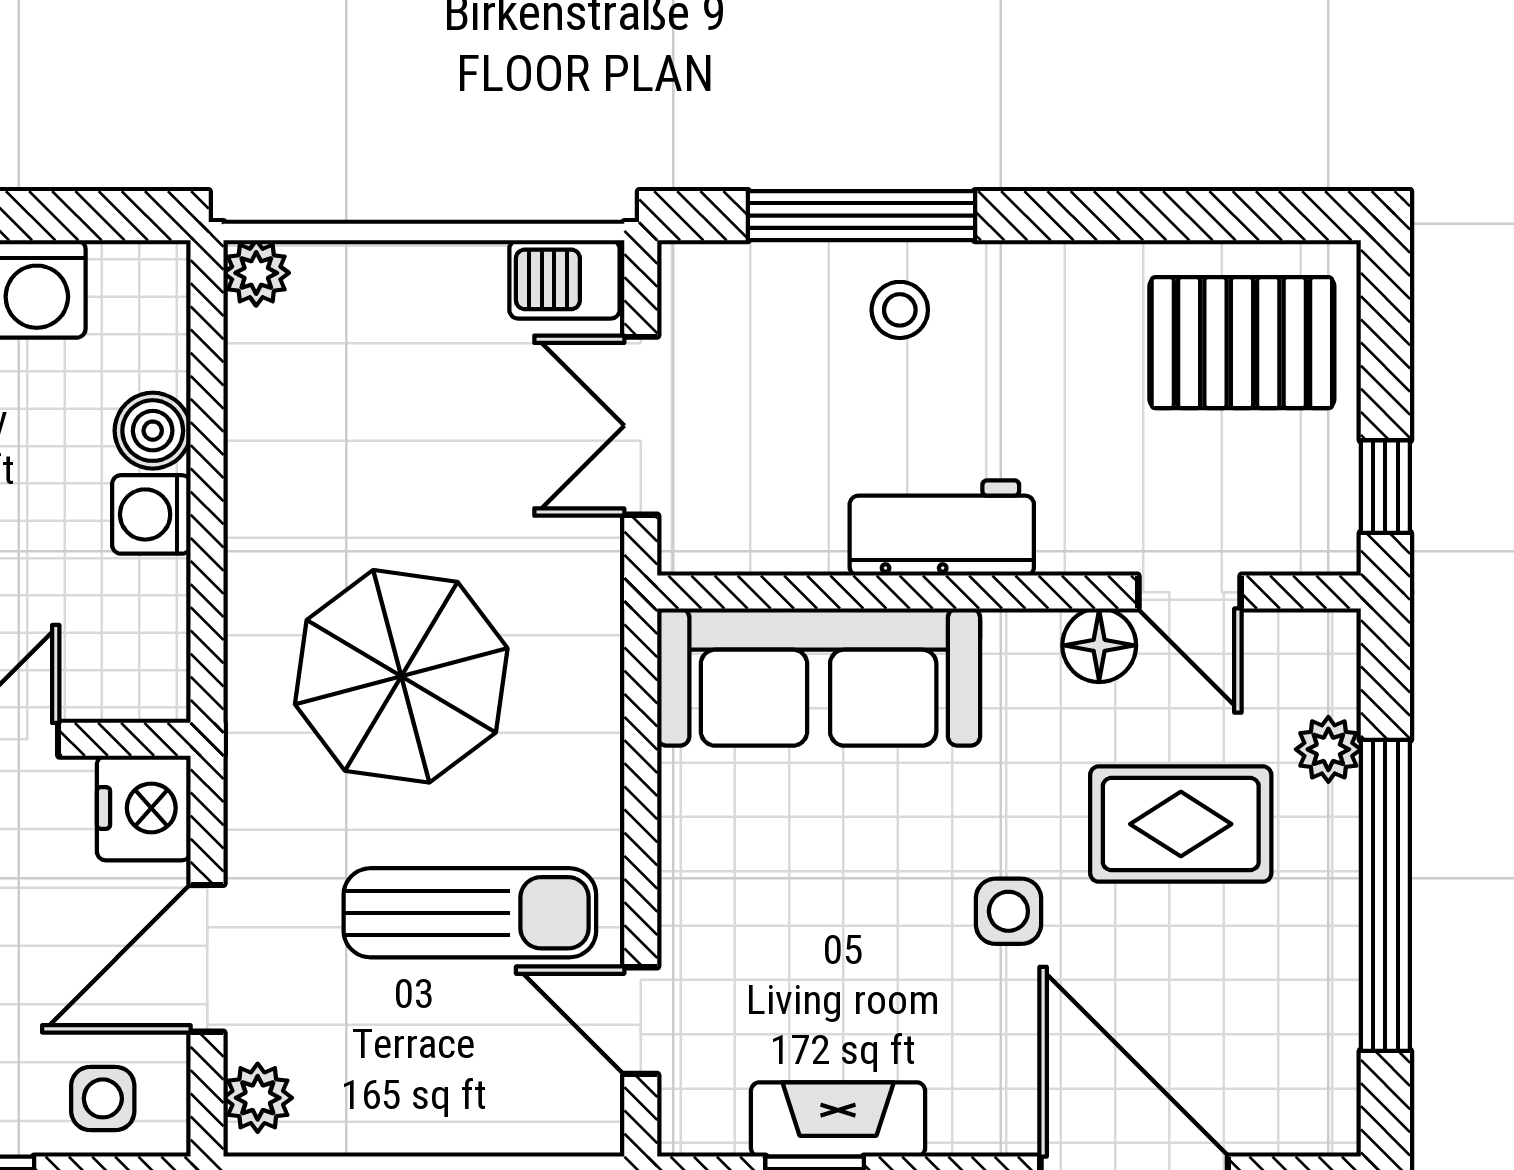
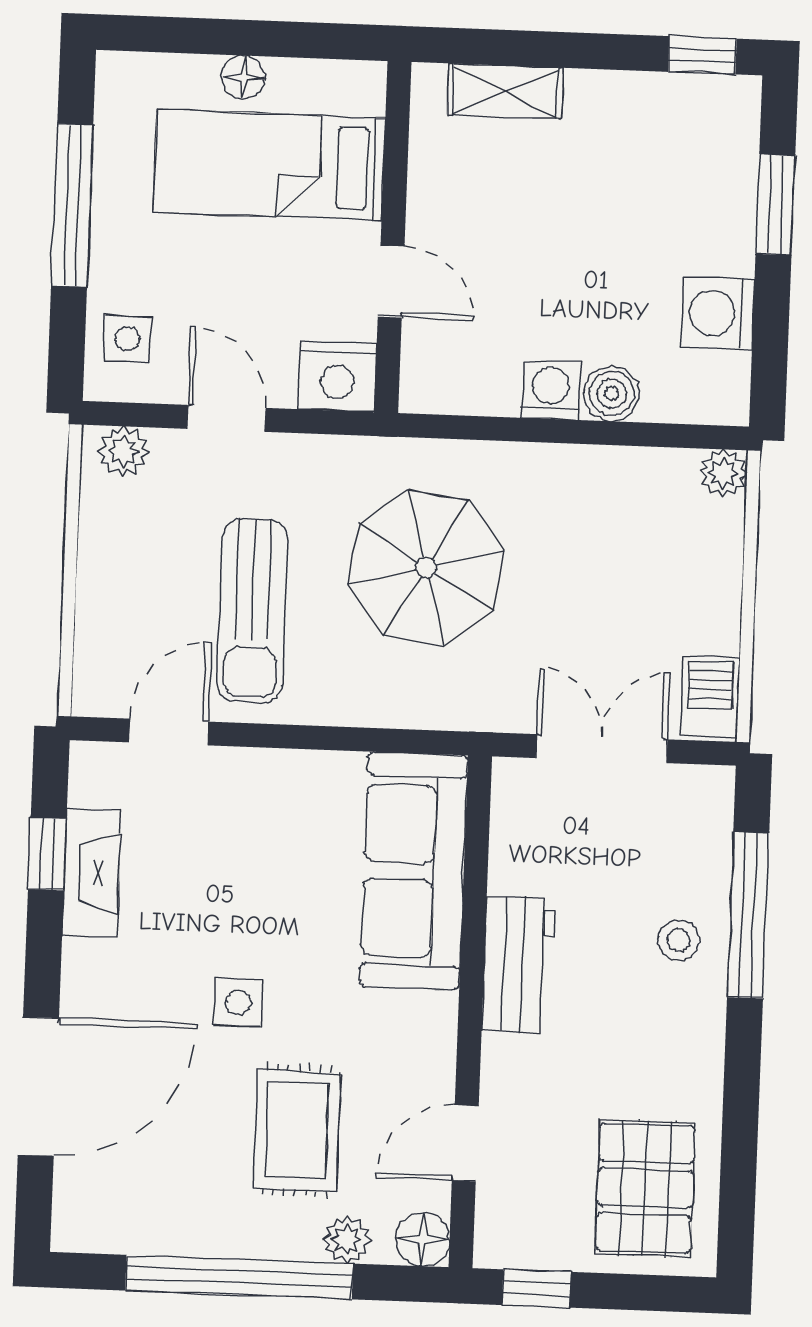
floor lamp: (1099, 645) -> (423, 1239), moved
door: (207, 958) -> (226, 418), width x0.73

